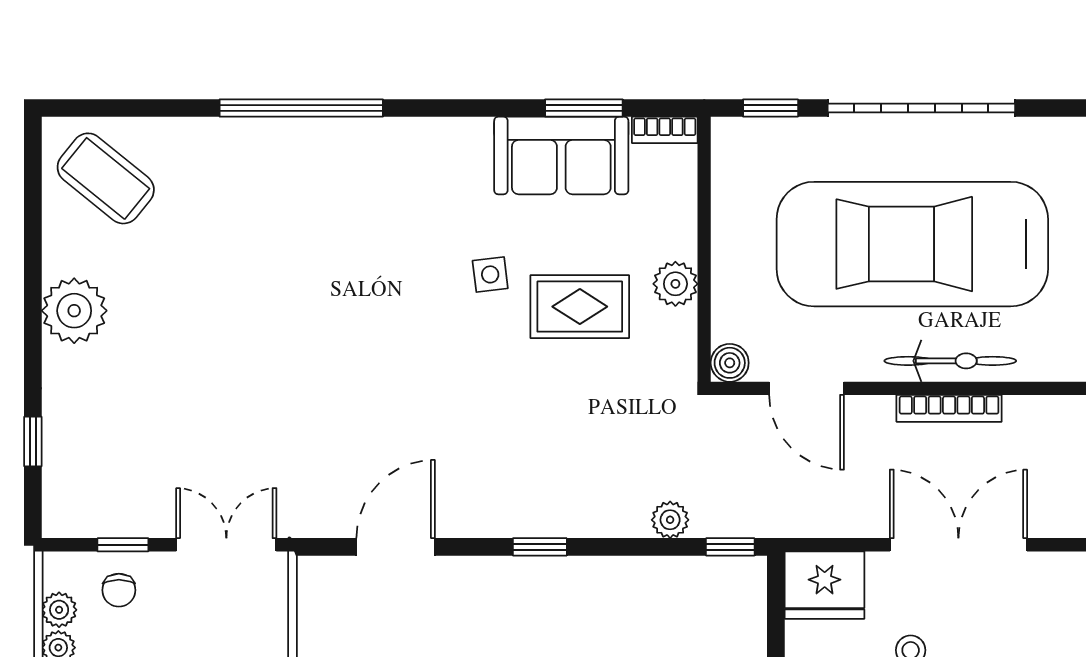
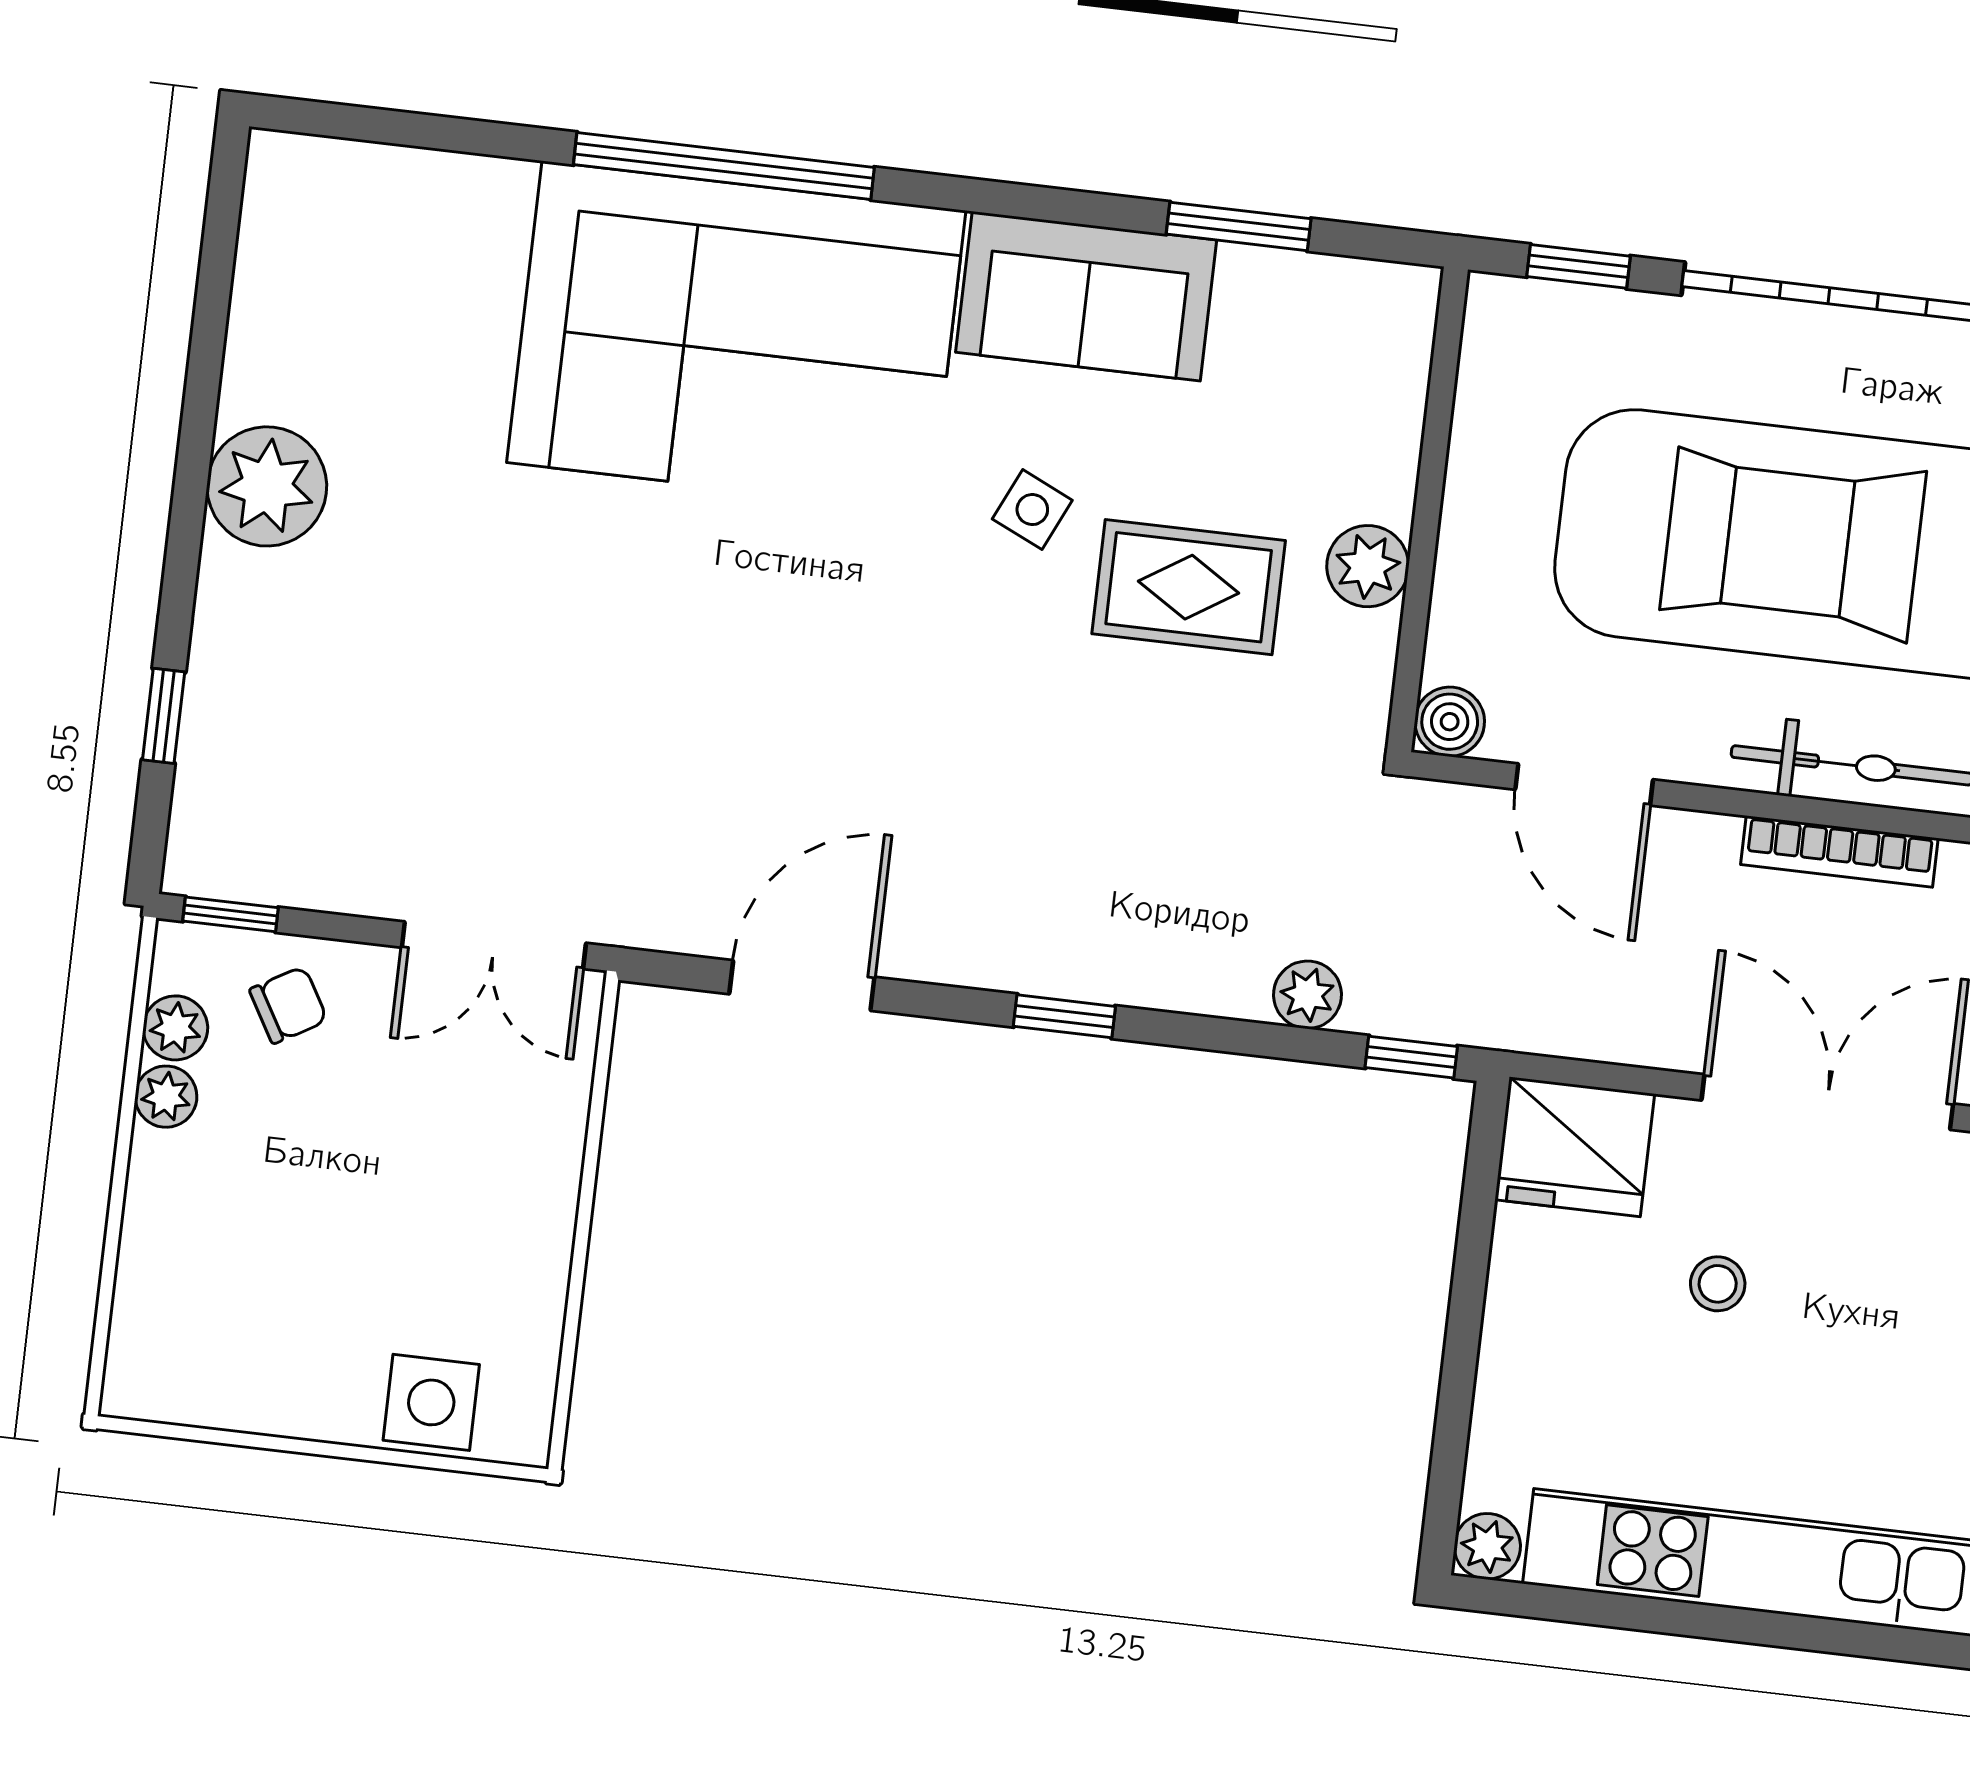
bookcase: (665, 130) -> (1381, 284), removed
sofa: (561, 156) -> (1086, 296), moved
coffee table: (106, 178) -> (353, 252), removed
corner sofa: (319, 200) -> (736, 337), added
side table: (490, 274) -> (1032, 510), turned 32
window: (123, 545) -> (231, 914), moved
double door: (226, 545) -> (494, 945), swing flipped
chair: (119, 590) -> (288, 1005), turned -120

